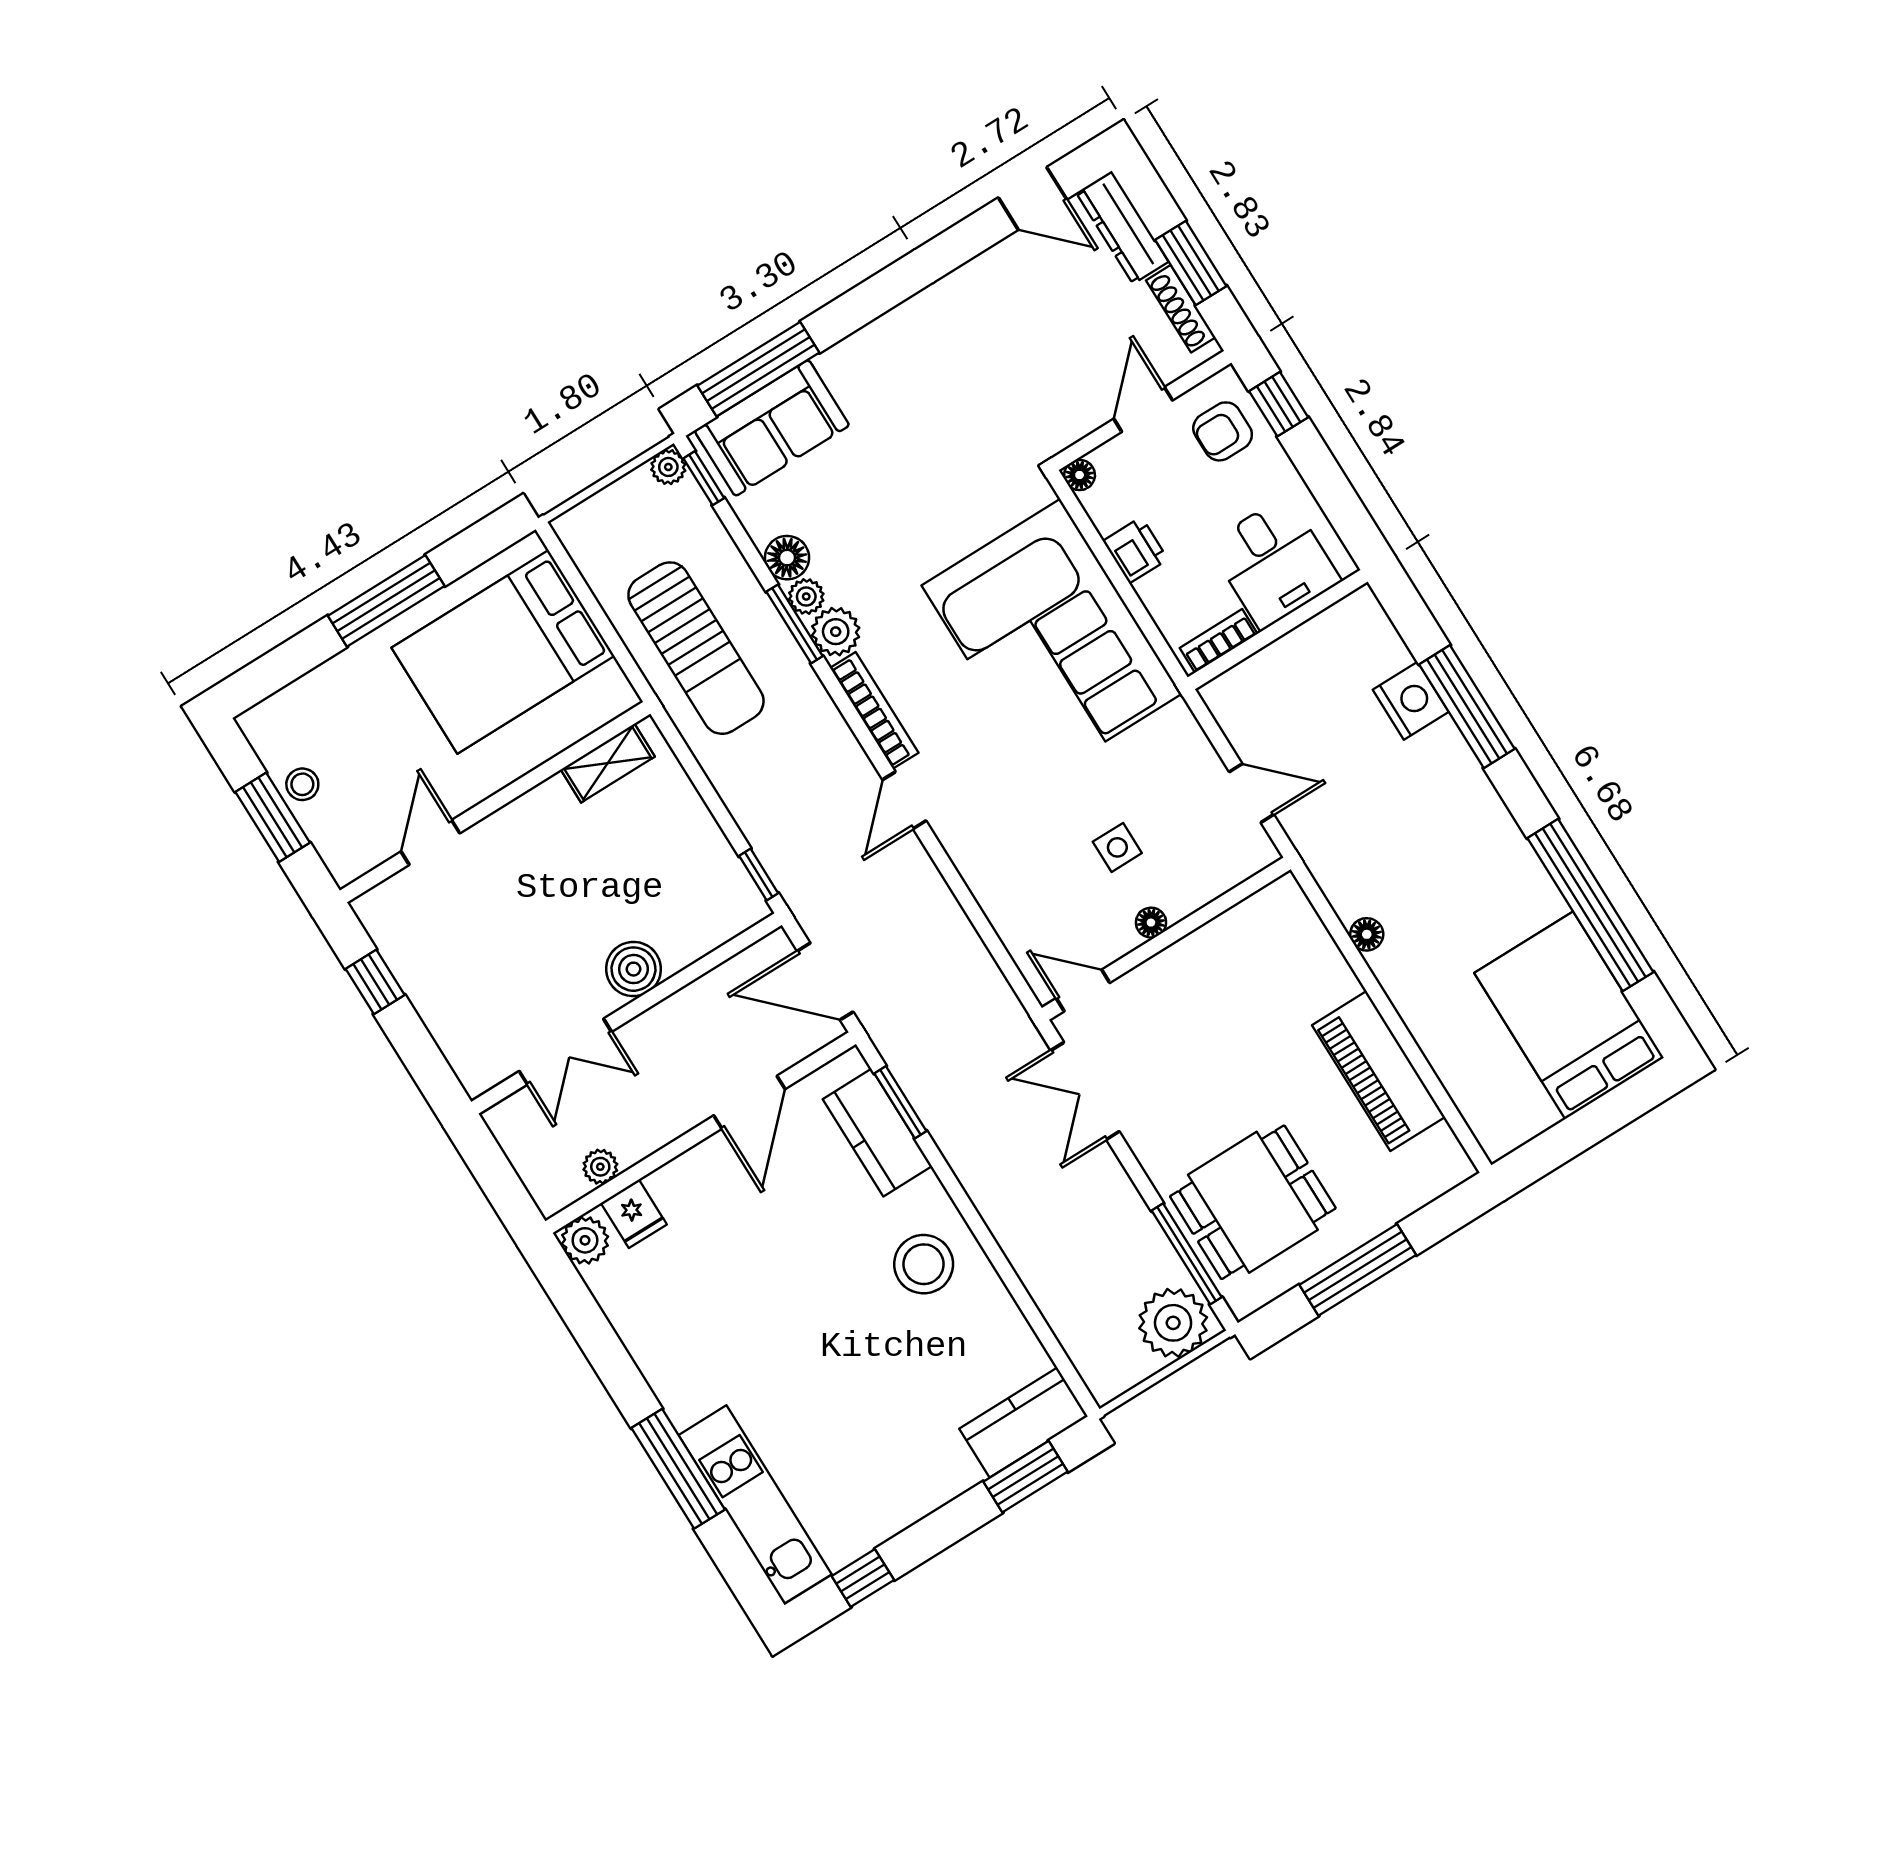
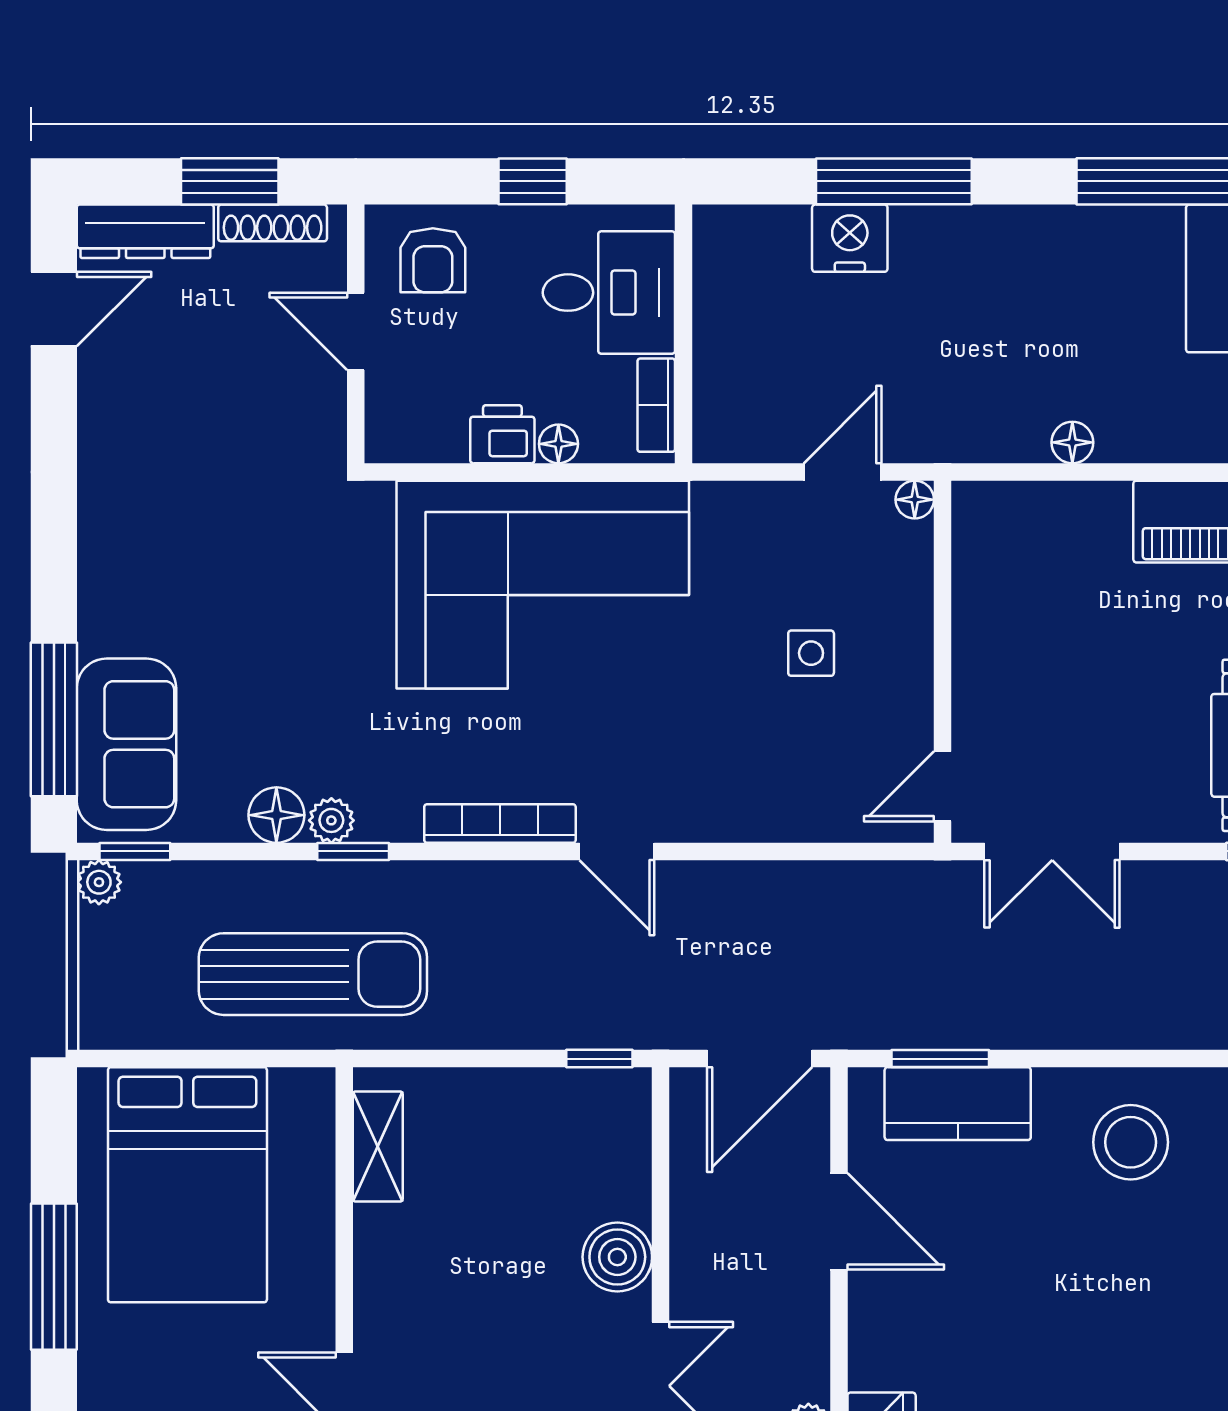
window: (1279, 404) -> (533, 181), moved
floor lamp: (1080, 475) -> (558, 444), moved
window: (794, 624) -> (353, 851), width x0.67
plant: (836, 632) -> (389, 812), removed
floor lamp: (1151, 923) -> (915, 500), moved

